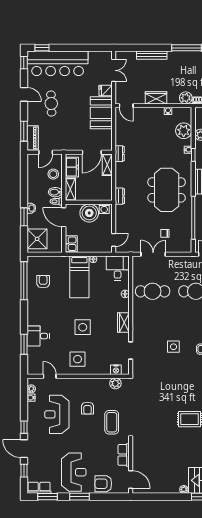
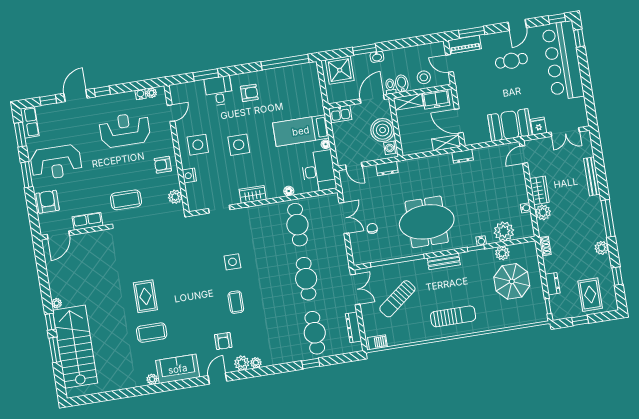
plant: (186, 98) -> (543, 212), moved
dresser: (120, 196) -> (387, 168), moved
desk: (118, 268) -> (319, 171), width x1.37
armchair: (43, 282) -> (249, 93), moved
nightstand: (116, 370) -> (189, 176), moved
armchair: (87, 408) -> (163, 165), moved

